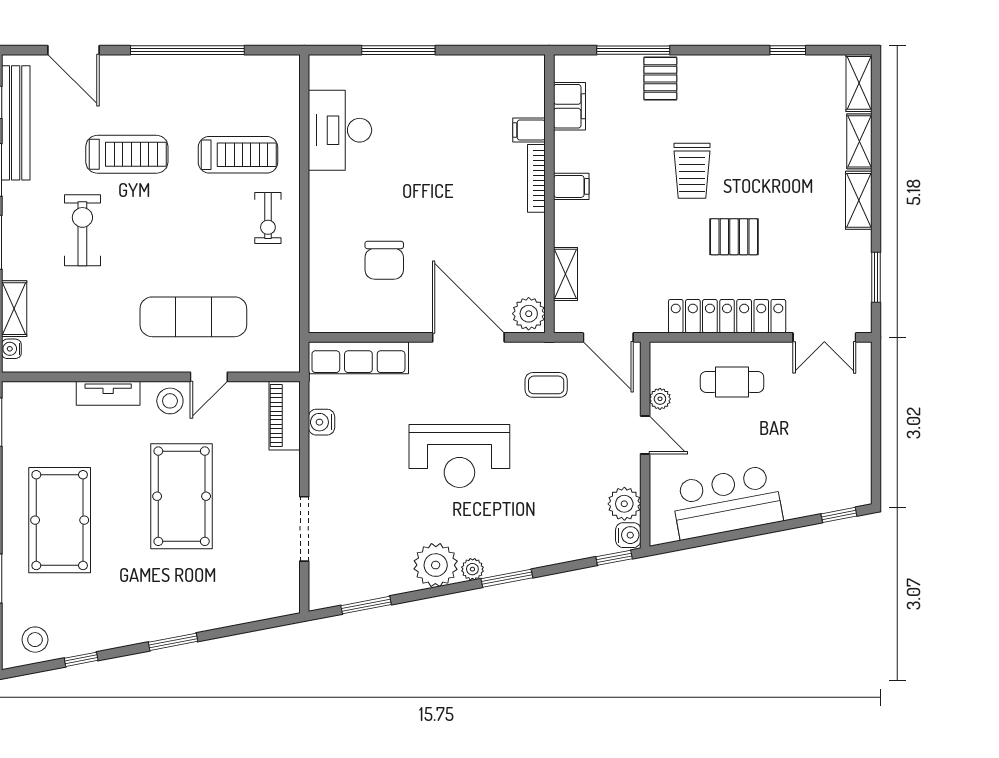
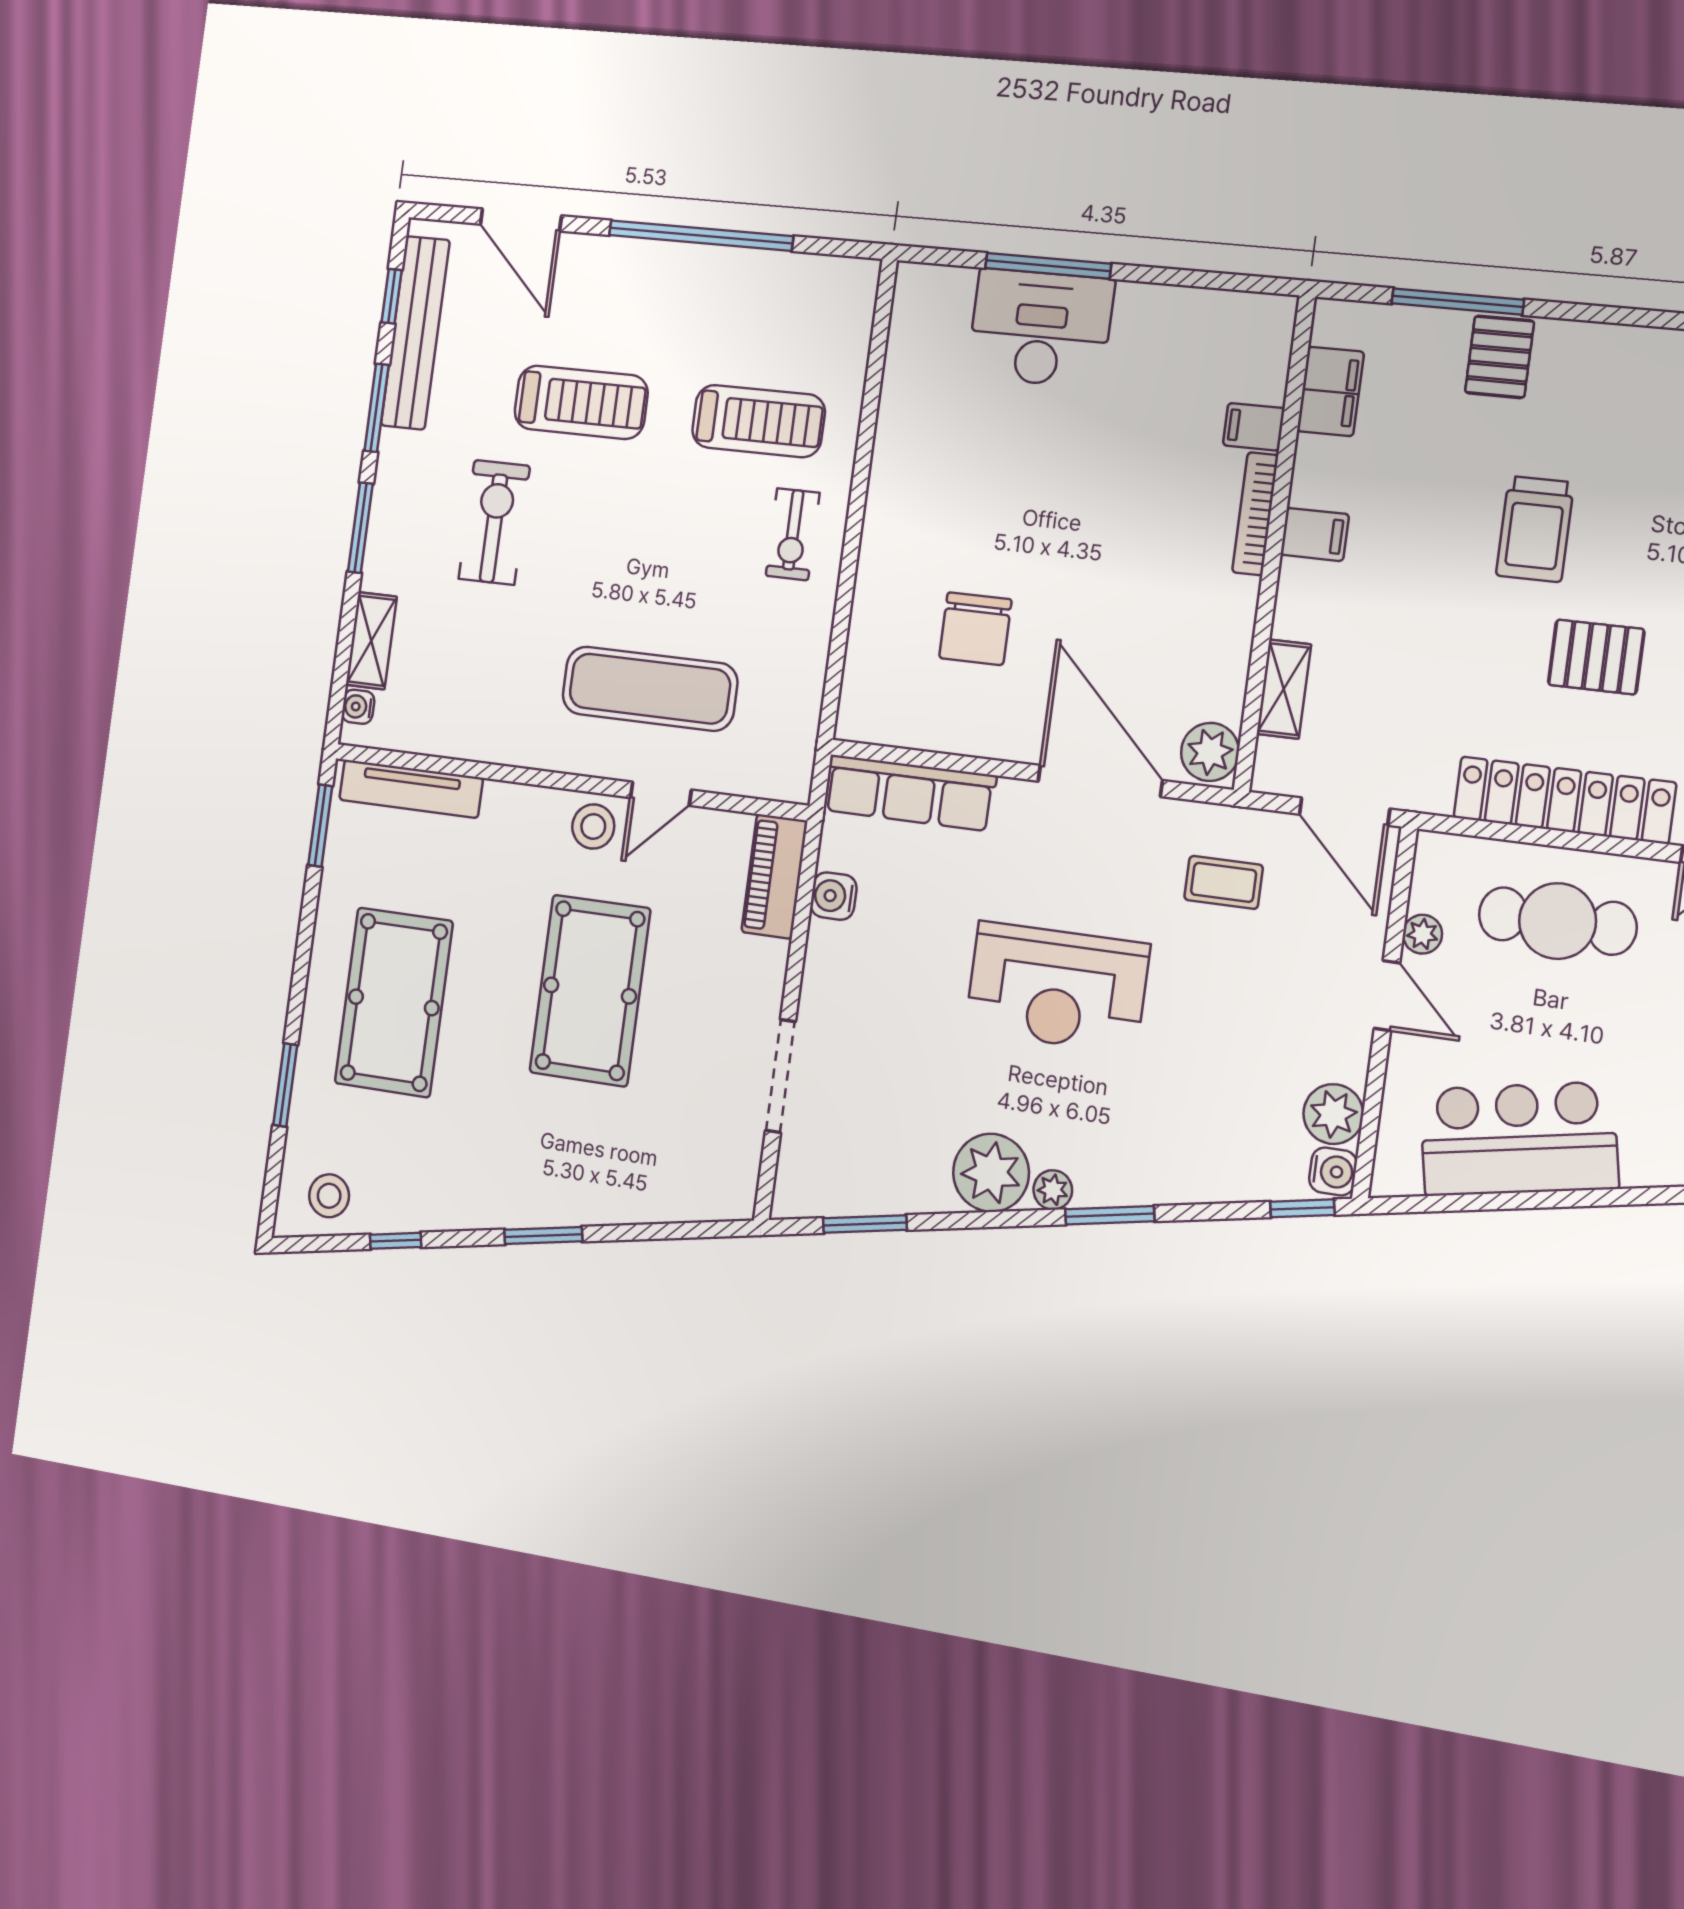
desk: (340, 130) -> (1040, 328), moved, turned 90
cafe table: (732, 382) -> (1558, 921), width x1.37, depth x1.35
tv unit: (108, 393) -> (411, 789), moved, width x1.41

